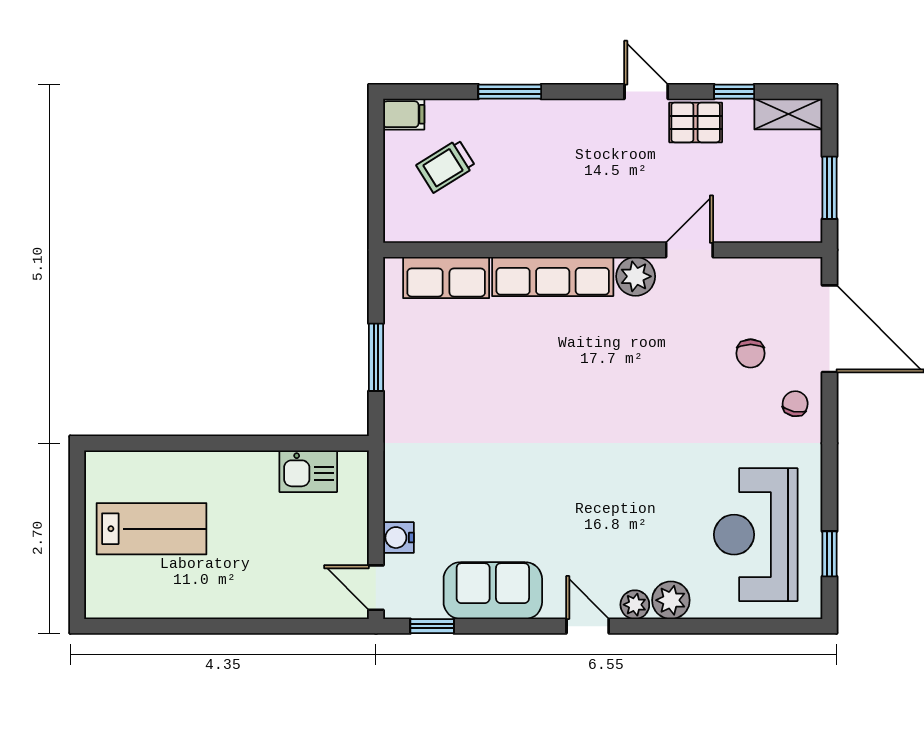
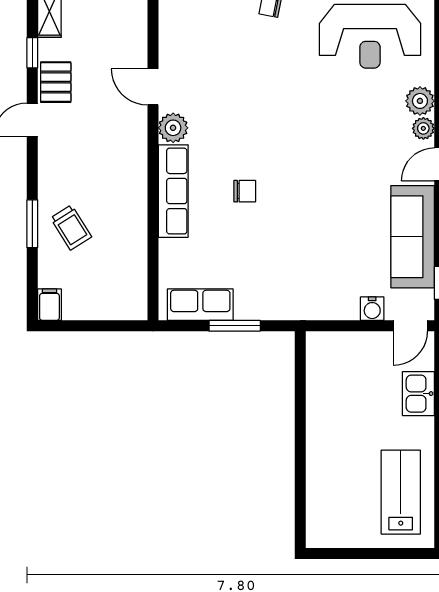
trolley: (446, 166) -> (71, 227), moved
row of seats: (446, 278) -> (200, 305), moved, turned -90
chair: (751, 353) -> (245, 191), moved
kitchen sink: (308, 471) -> (418, 394), moved, turned 180
lab bench: (152, 529) -> (401, 492), moved
sofa: (493, 591) -> (413, 237), width x1.36

